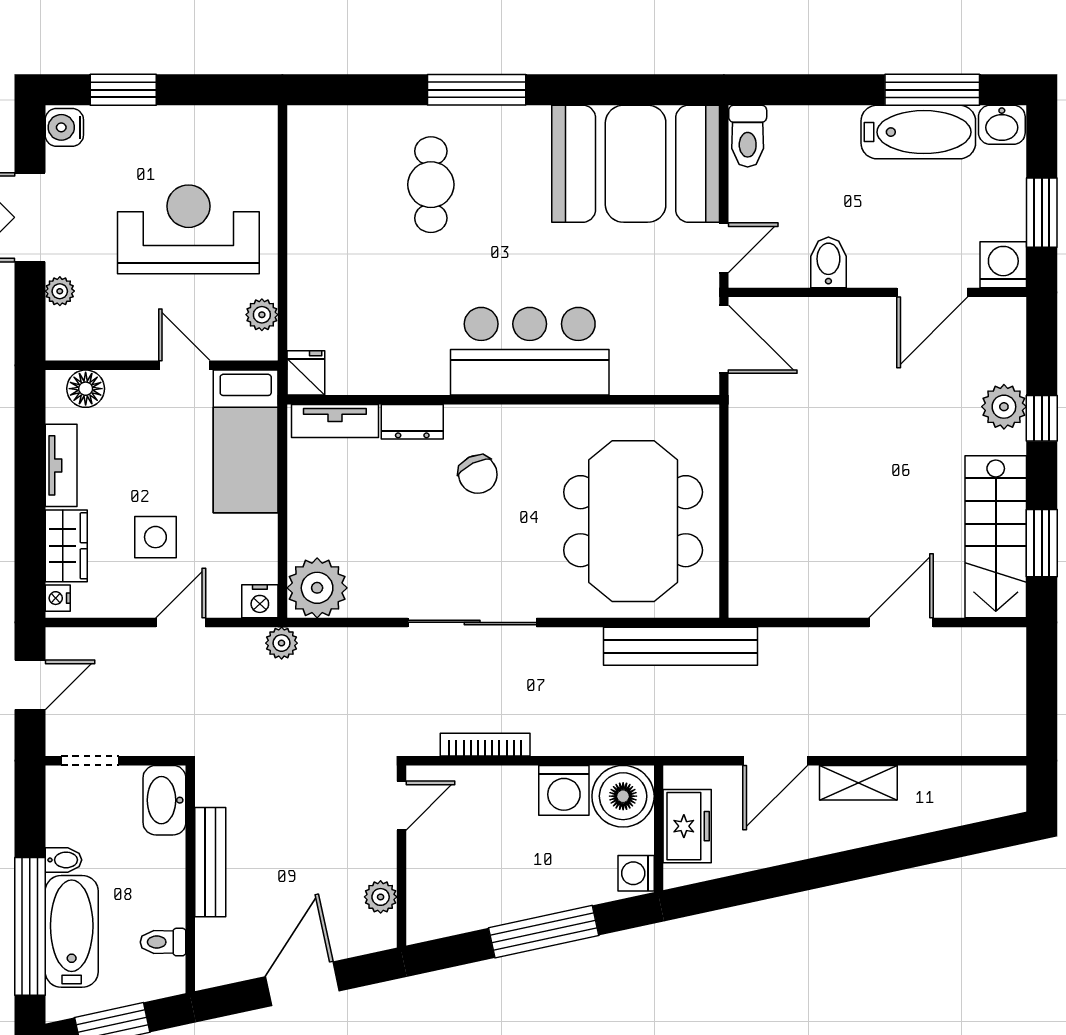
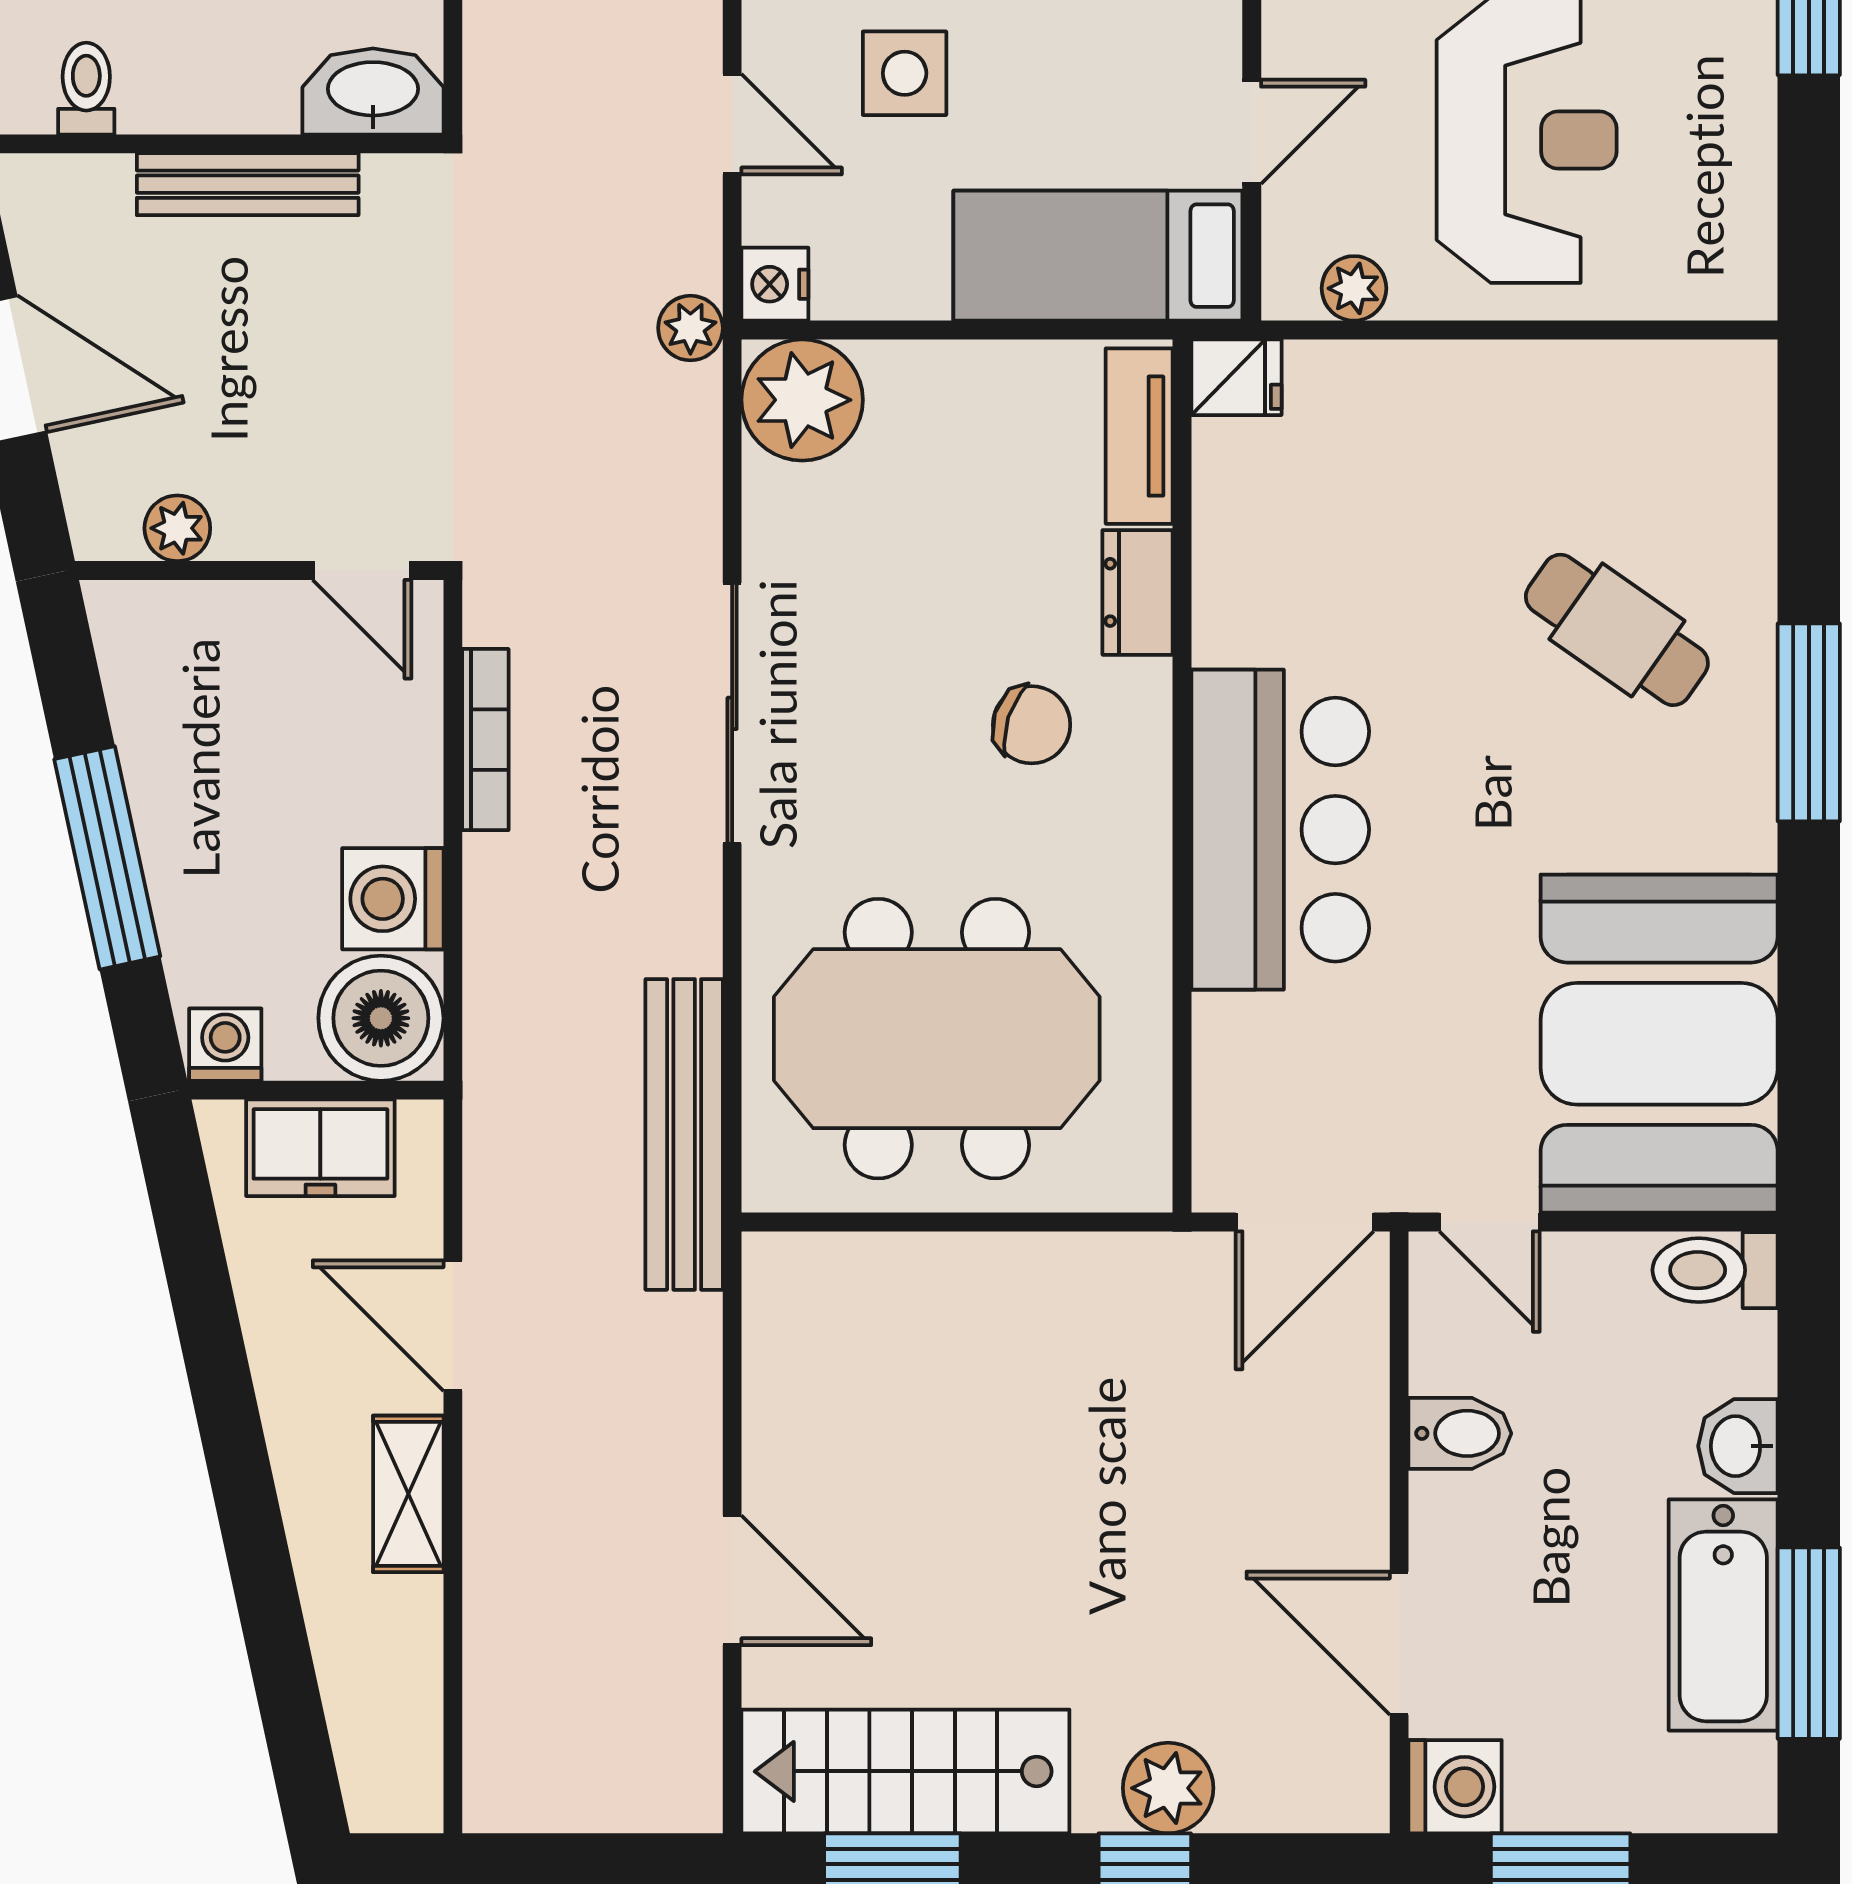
washbasin: (1002, 125) -> (1738, 1446), moved
cafe table: (431, 185) -> (1617, 630), turned 35
chair: (478, 474) -> (1032, 725), turned -136

